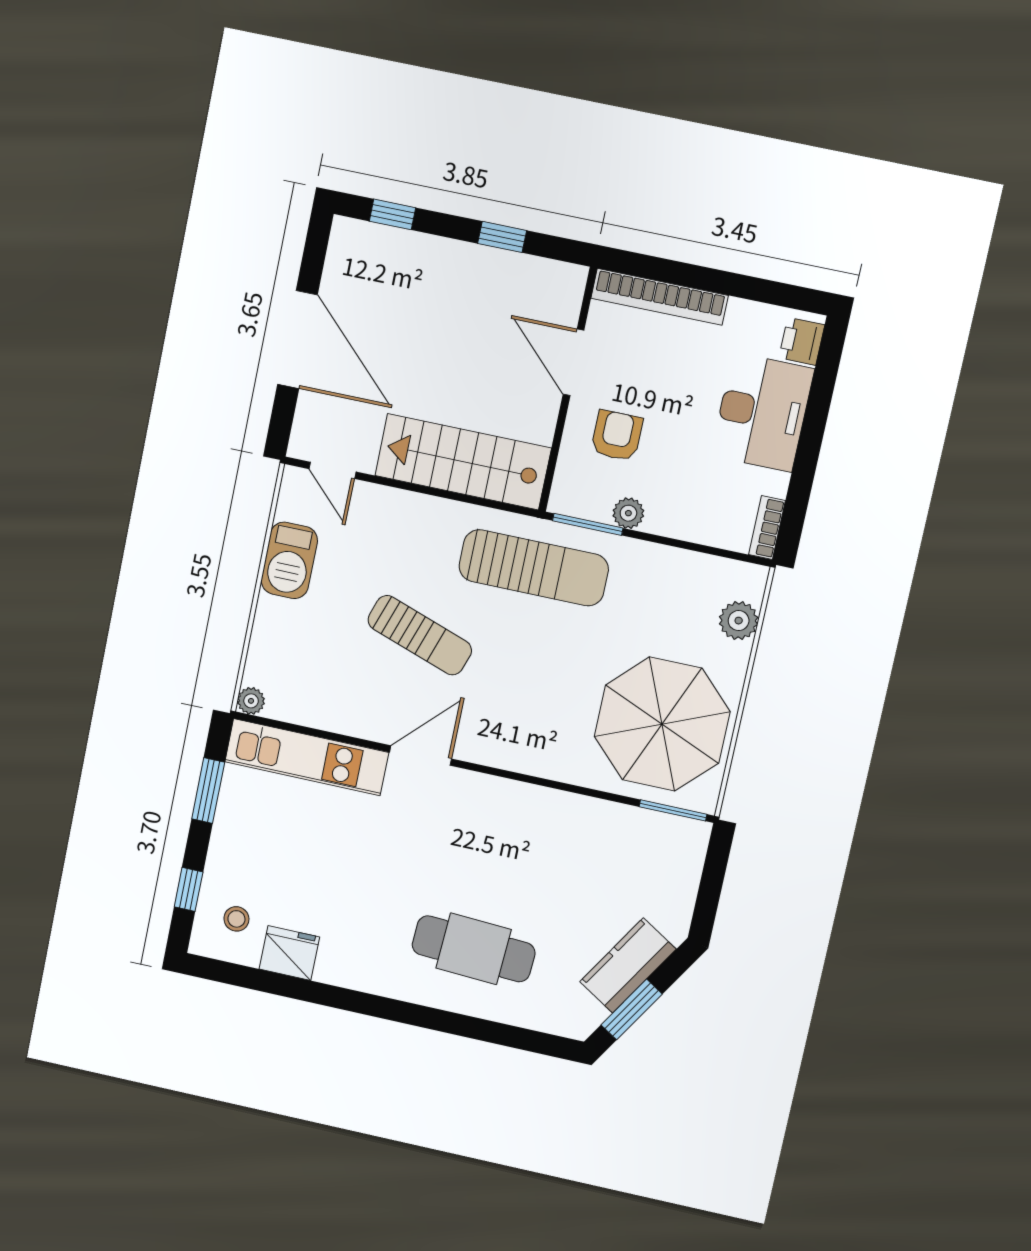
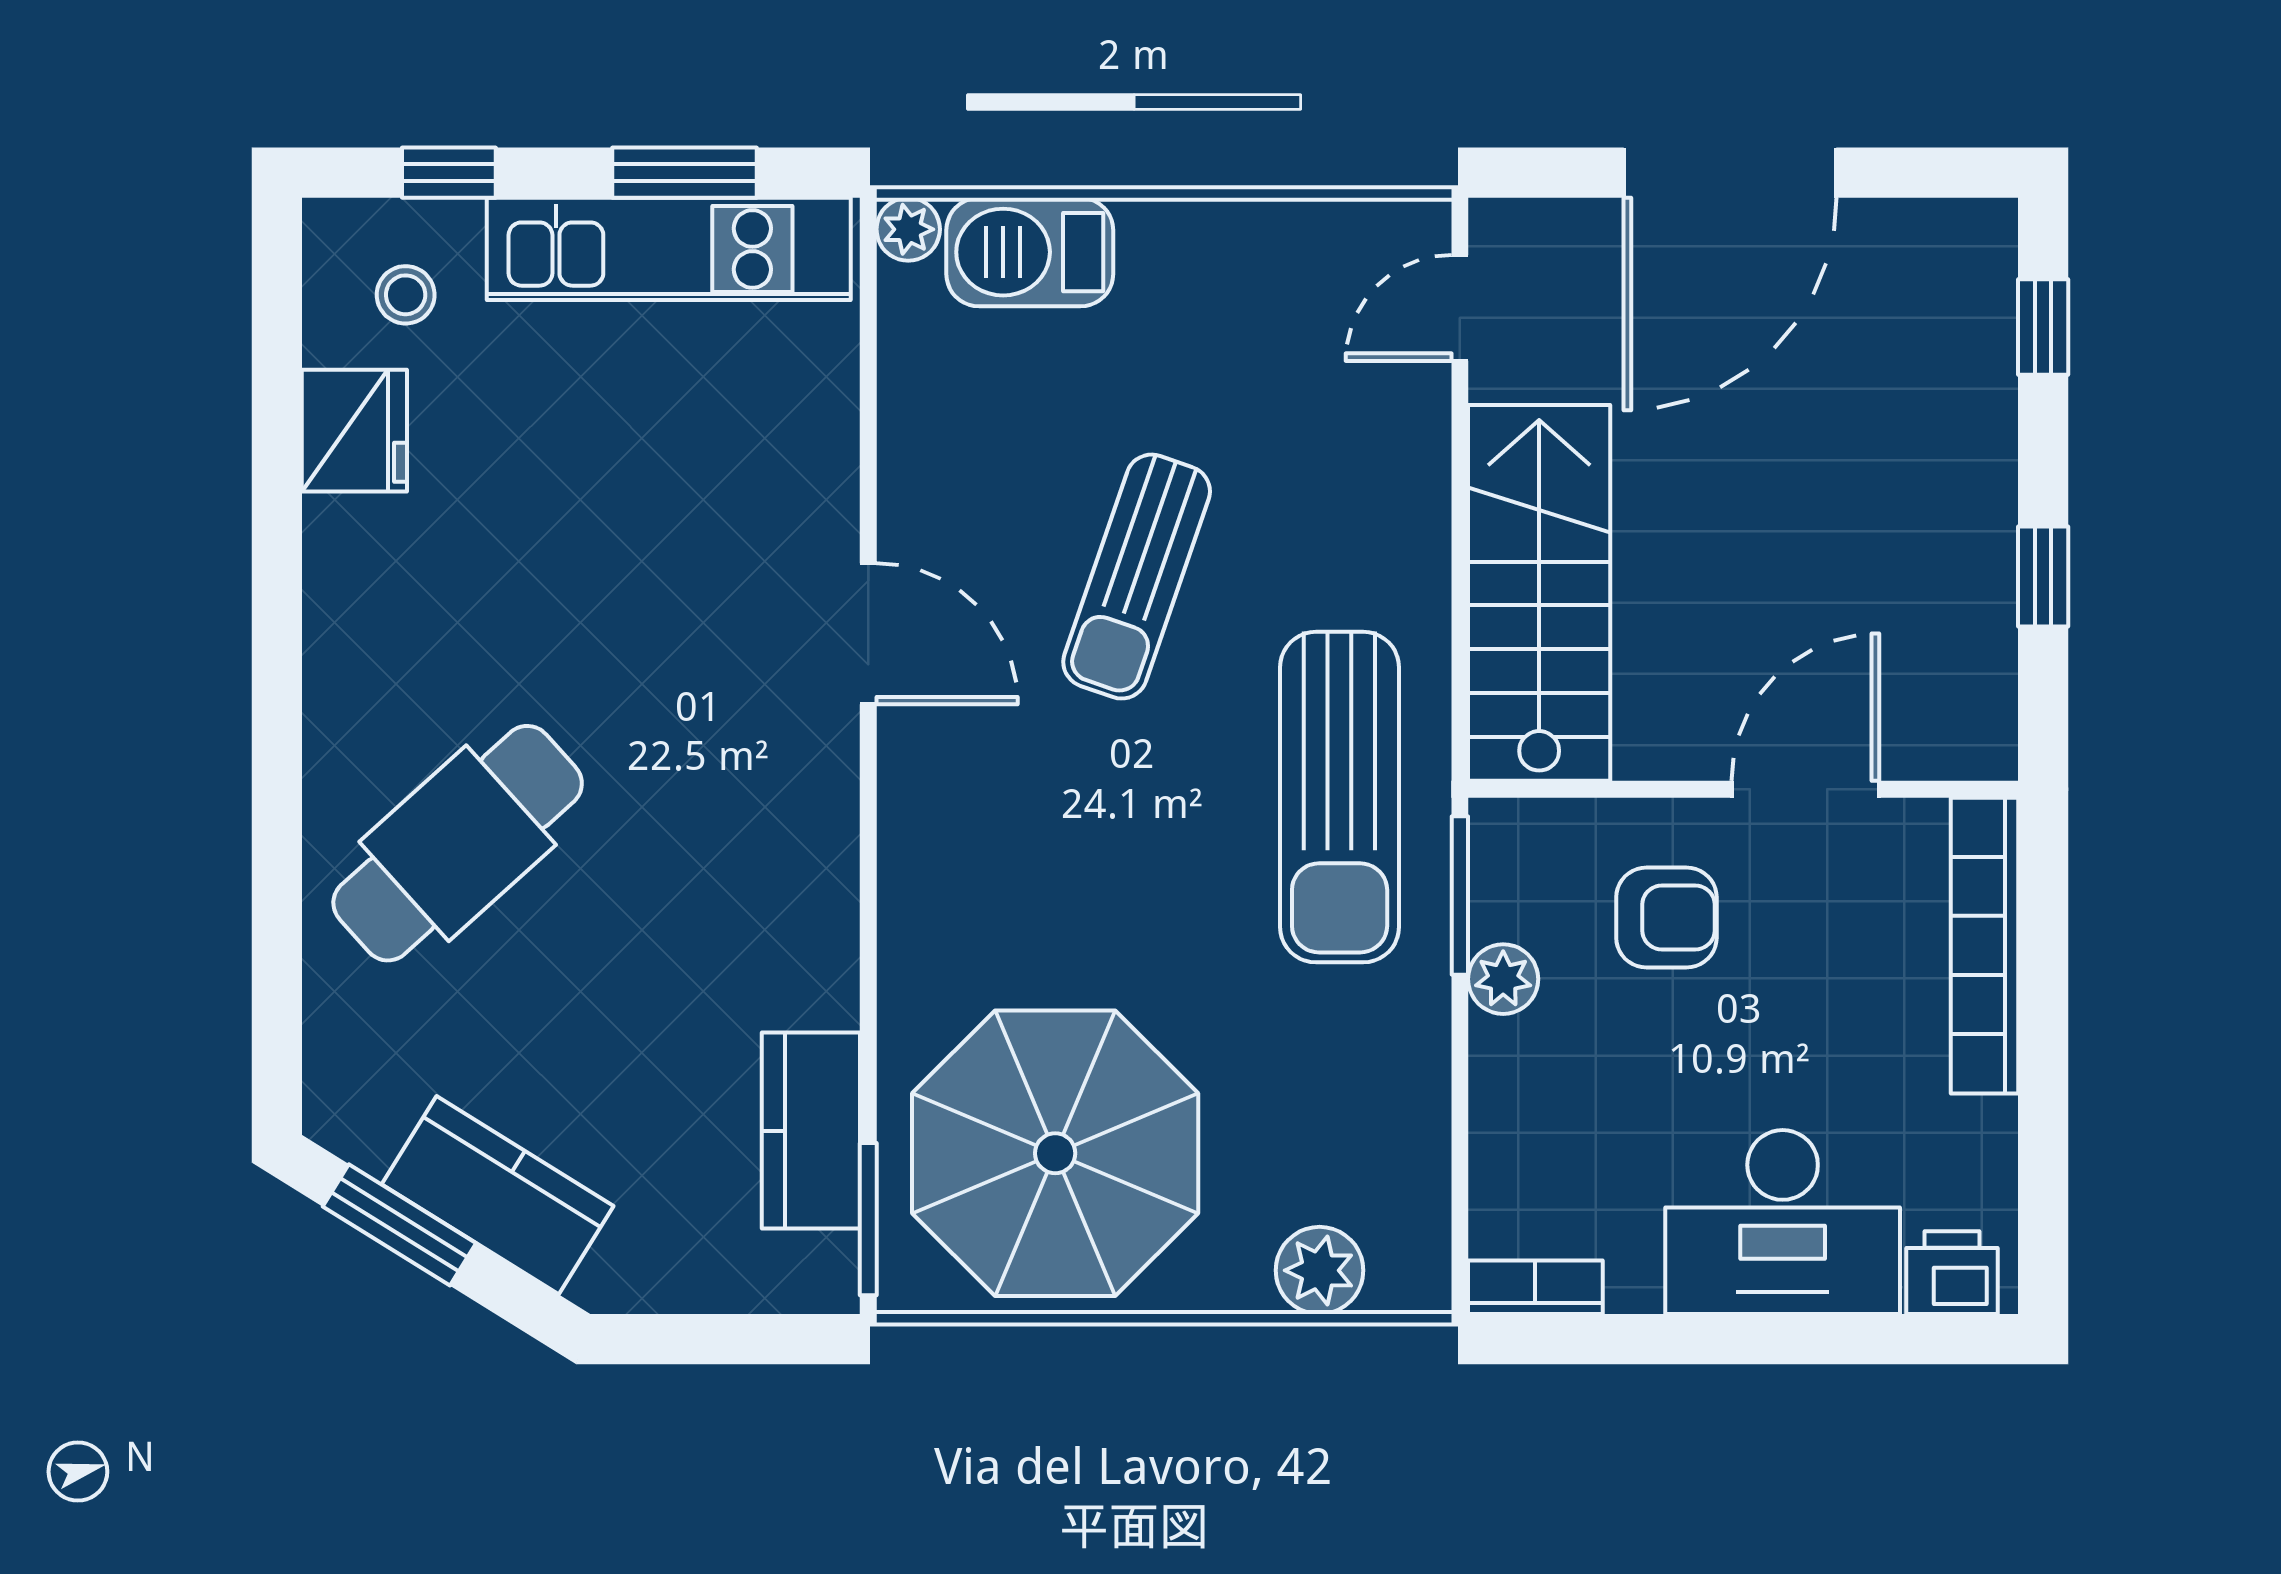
barbecue: (289, 560) -> (1030, 252), moved
kitchen unit: (307, 757) -> (669, 249), moved, turned -90
kitchen counter: (629, 827) -> (811, 1131), added
cafe table: (474, 949) -> (458, 843), turned 45

